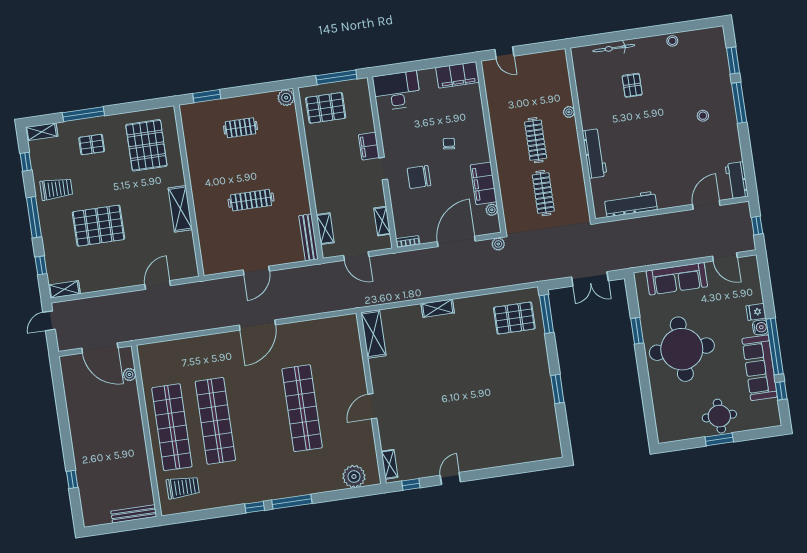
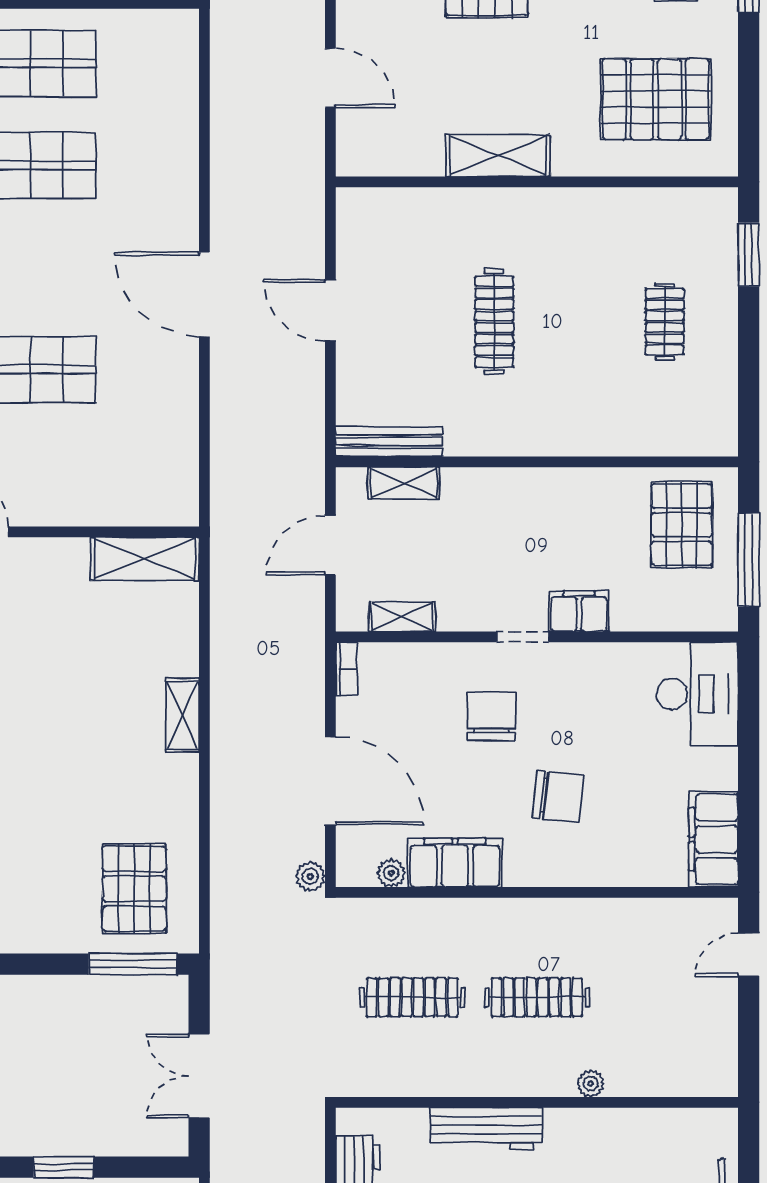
plant: (286, 98) -> (719, 437), removed
chair: (449, 144) -> (558, 796), width x1.87, depth x1.87

